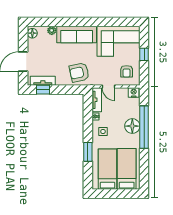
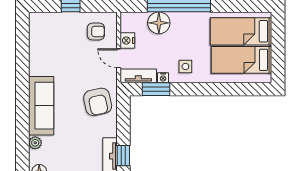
corner sofa: (118, 41) -> (51, 43), removed
door: (109, 87) -> (119, 58), swing flipped
nightstand: (134, 92) -> (127, 41), moved
floor lamp: (132, 126) -> (159, 23), moved
window: (88, 152) -> (156, 89), moved

